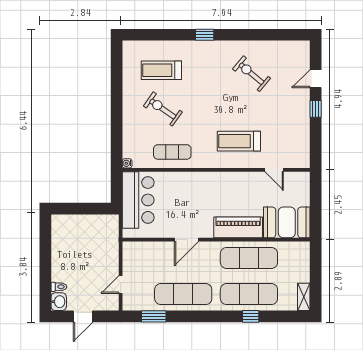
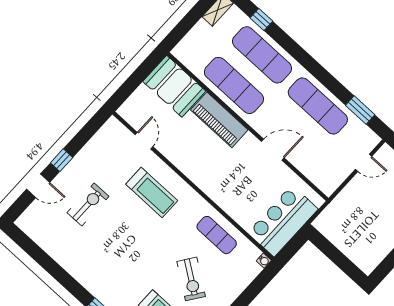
exercise bike: (251, 74) -> (88, 204), moved, turned -130
window: (251, 316) -> (261, 19), moved

